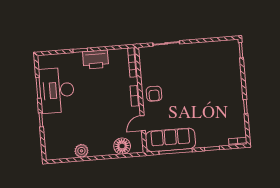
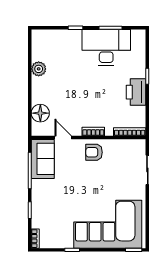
corner sofa: (219, 76) -> (108, 224), added
sofa: (170, 140) -> (43, 159), width x0.73

